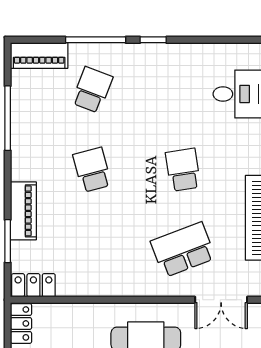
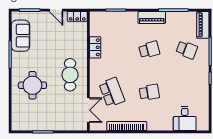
piano: (23, 211) -> (152, 17), moved
locker: (33, 285) -> (95, 47), moved
double door: (221, 300) -> (88, 110), swing flipped

